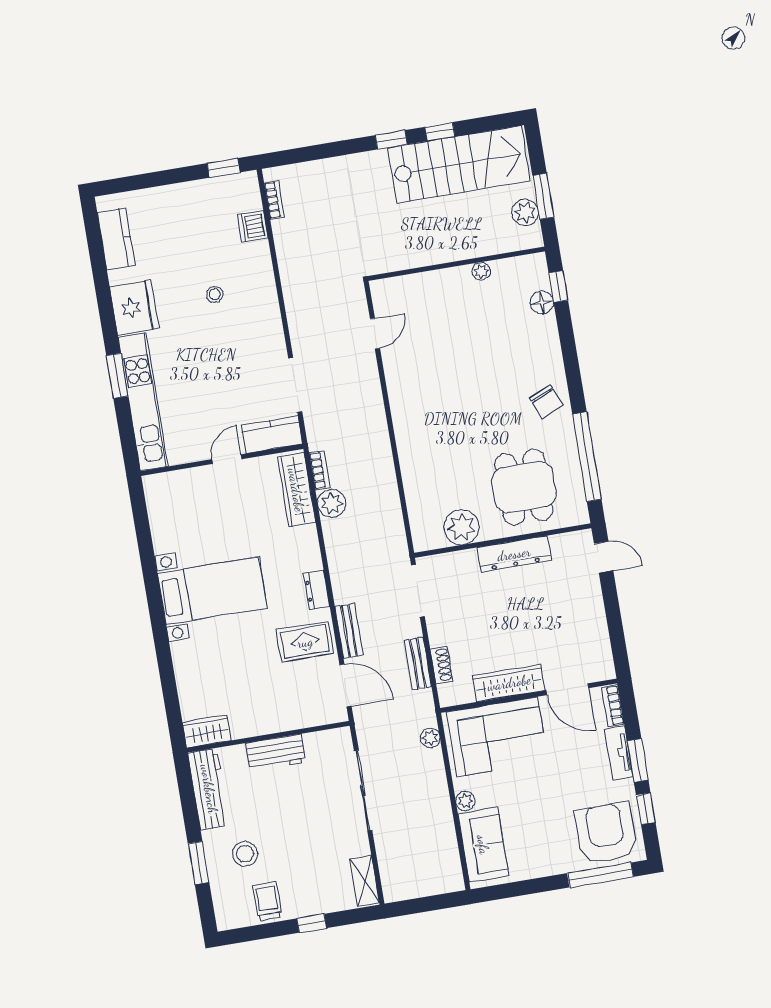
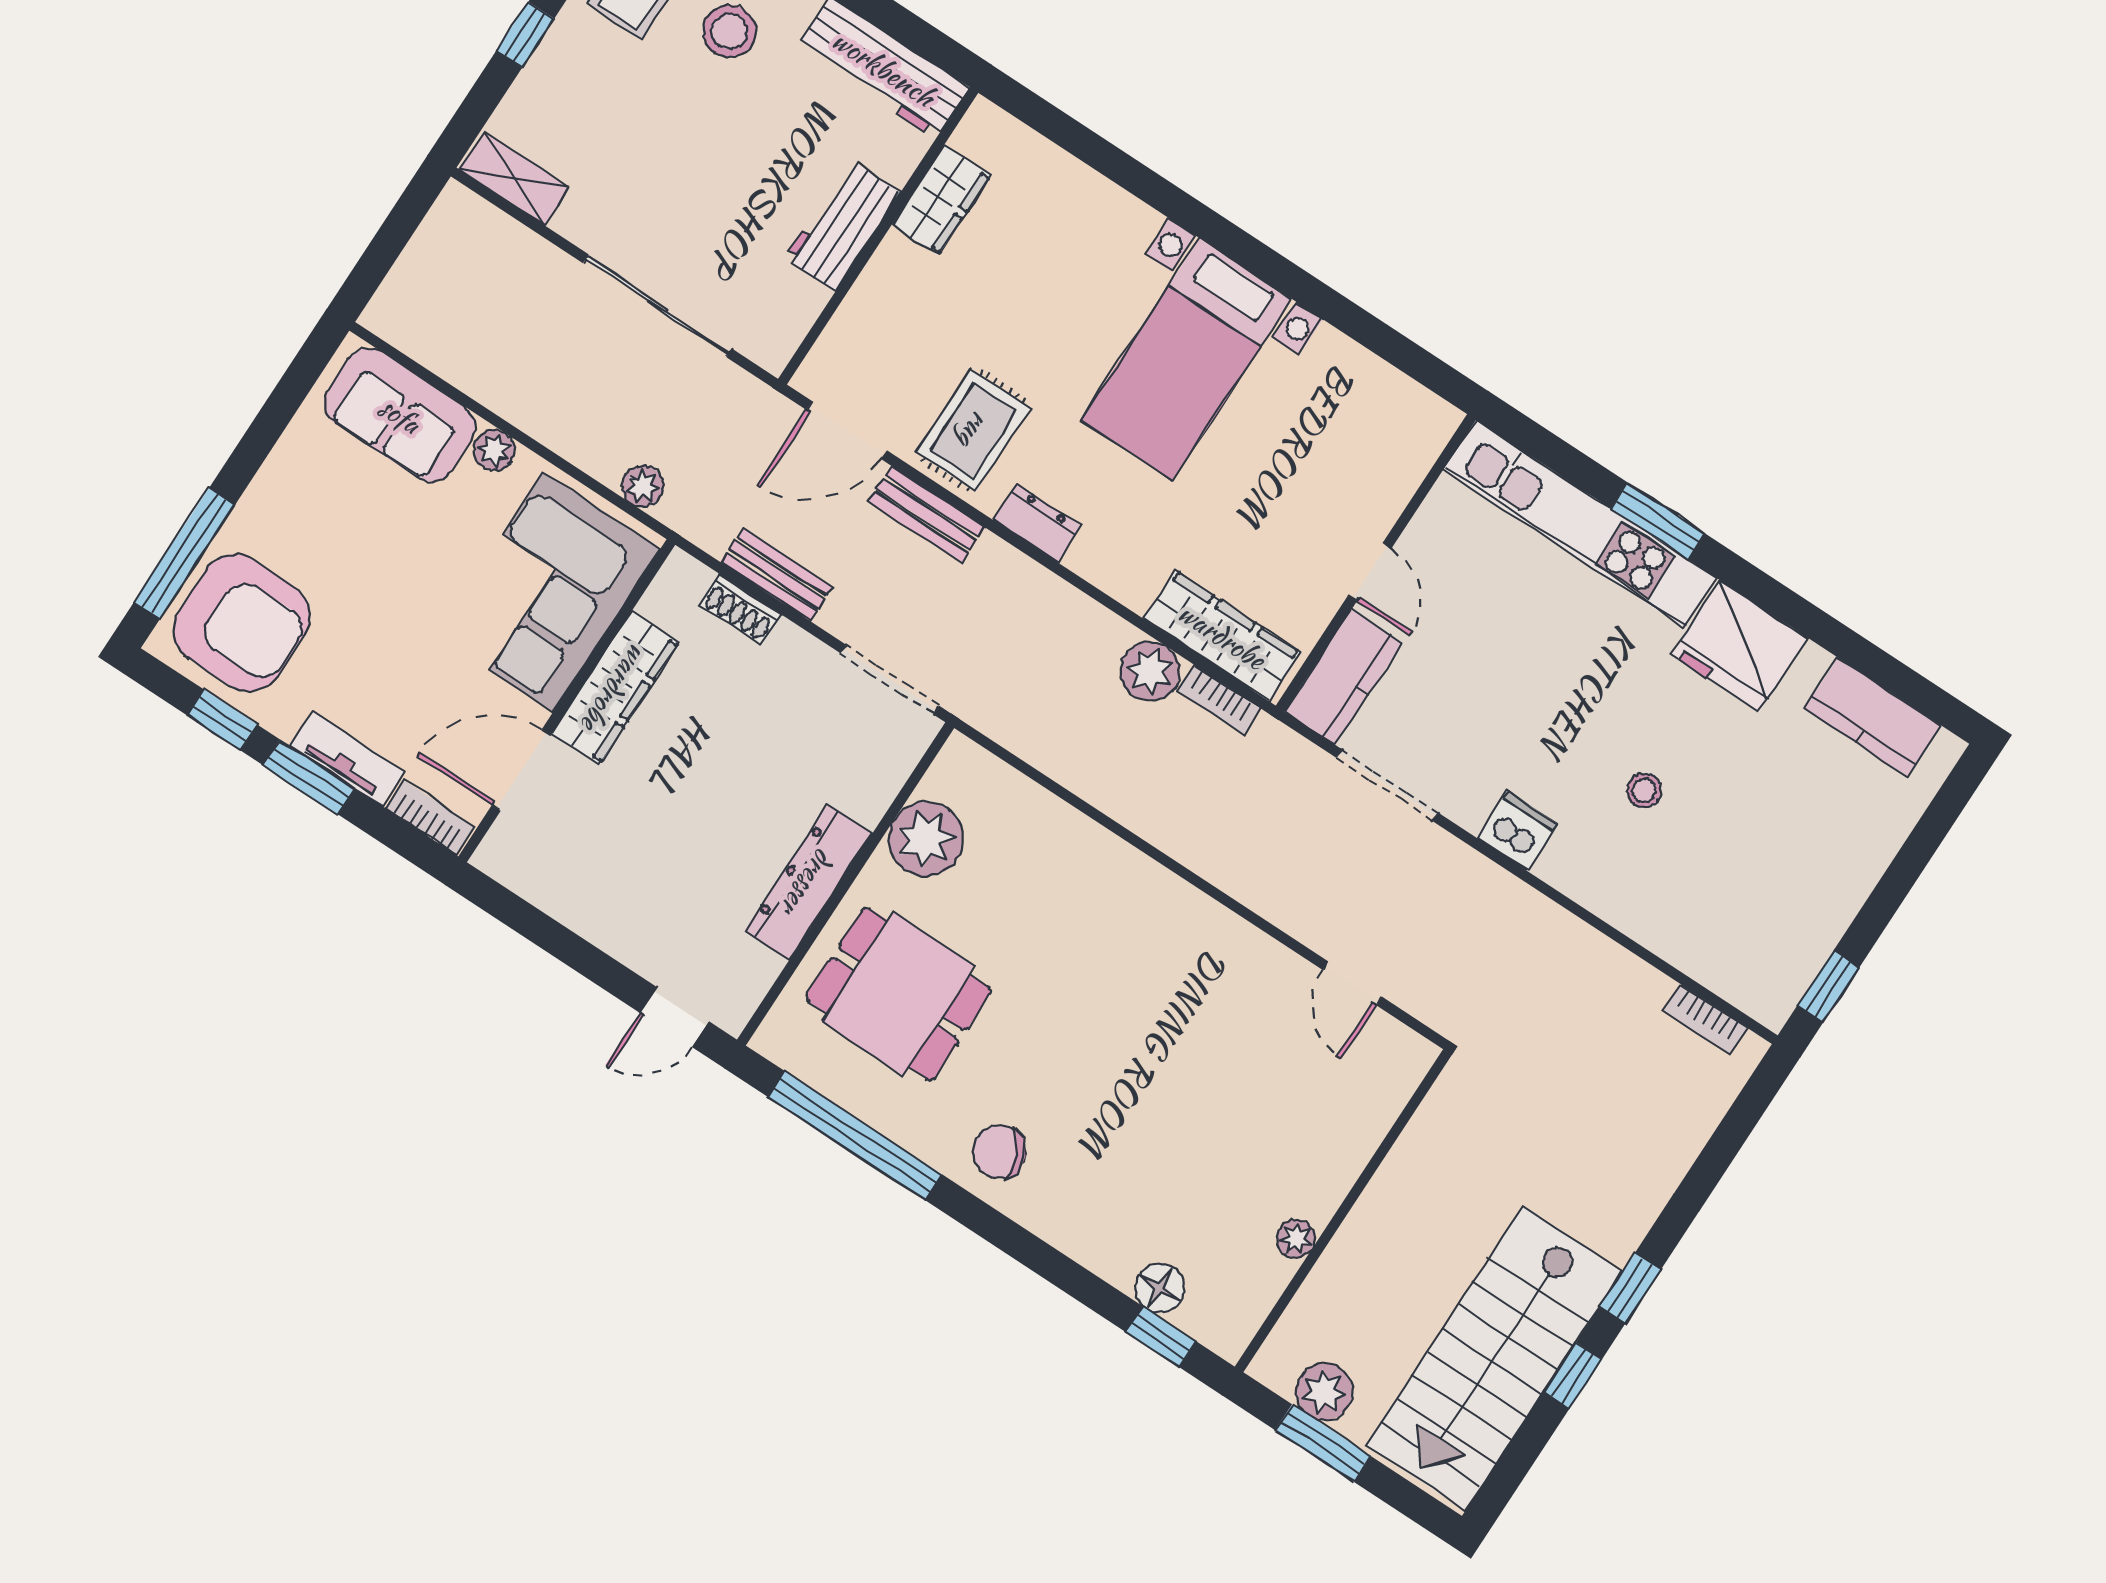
dishwasher: (253, 226) -> (1517, 831), moved
wardrobe: (207, 731) -> (941, 200), moved

